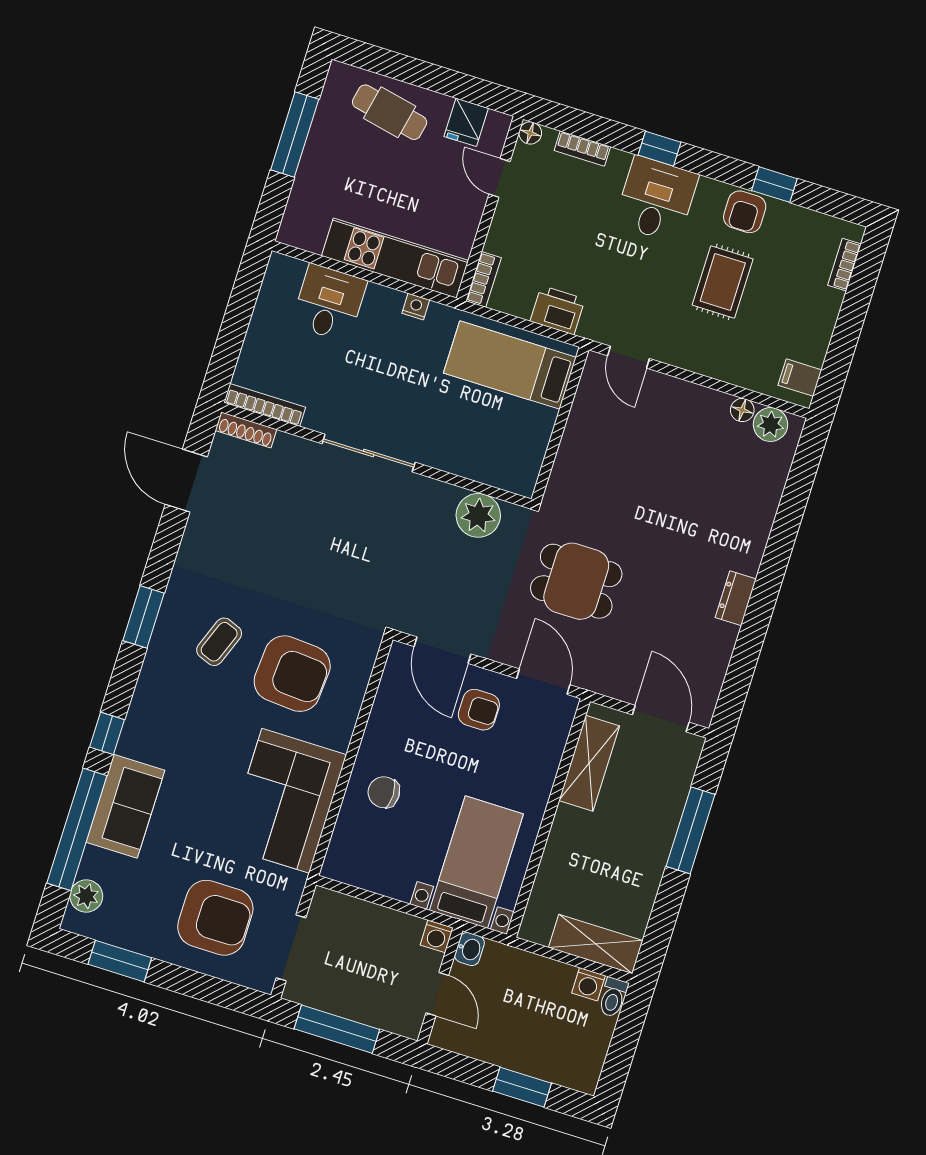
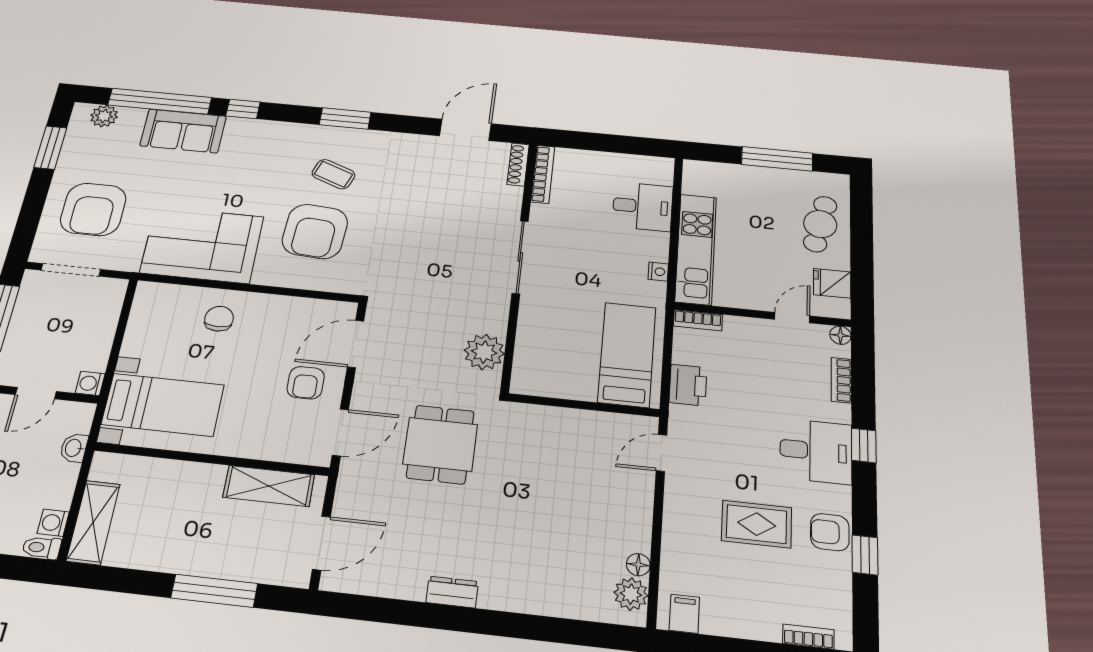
washbasin: (470, 949) -> (74, 448), moved, turned 90

